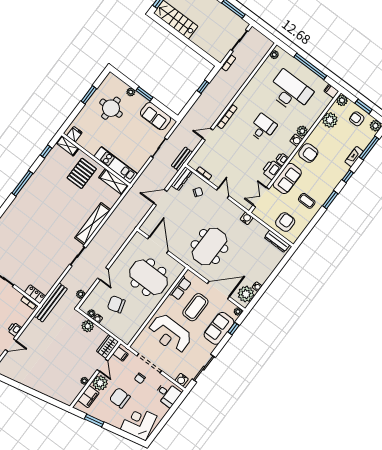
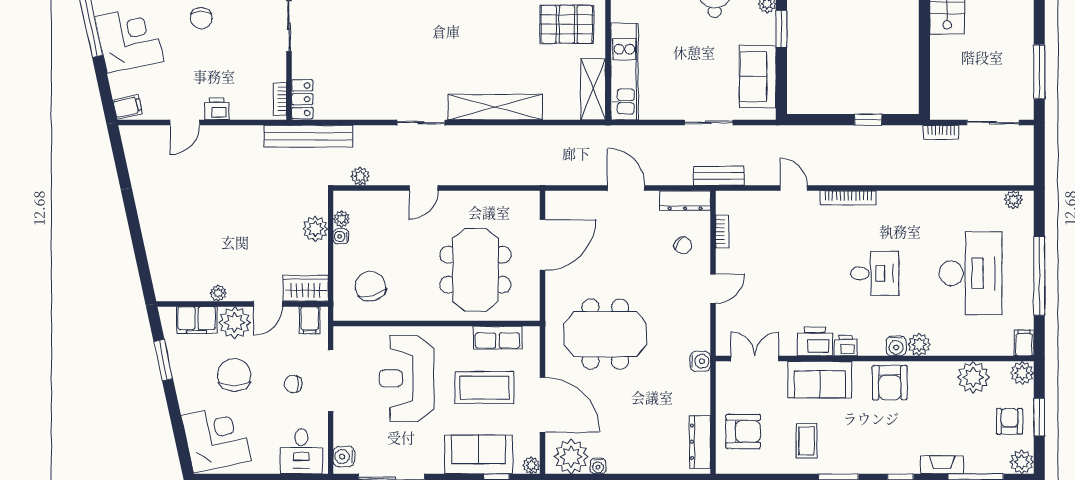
chair: (116, 304) -> (370, 286), moved
door: (11, 345) -> (185, 123), hinge flipped

